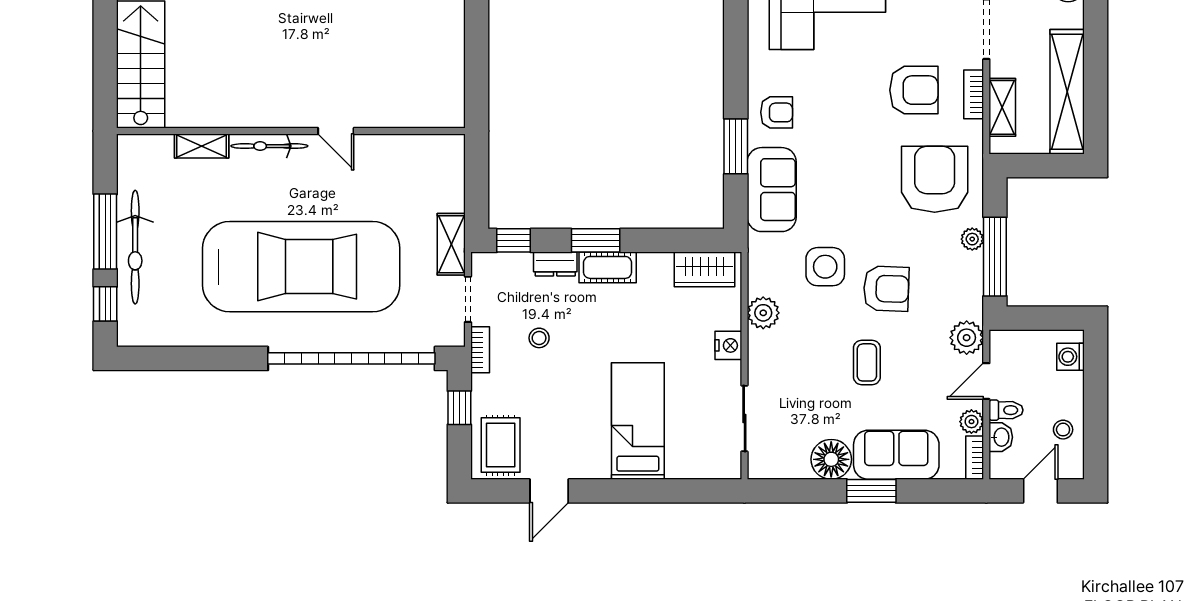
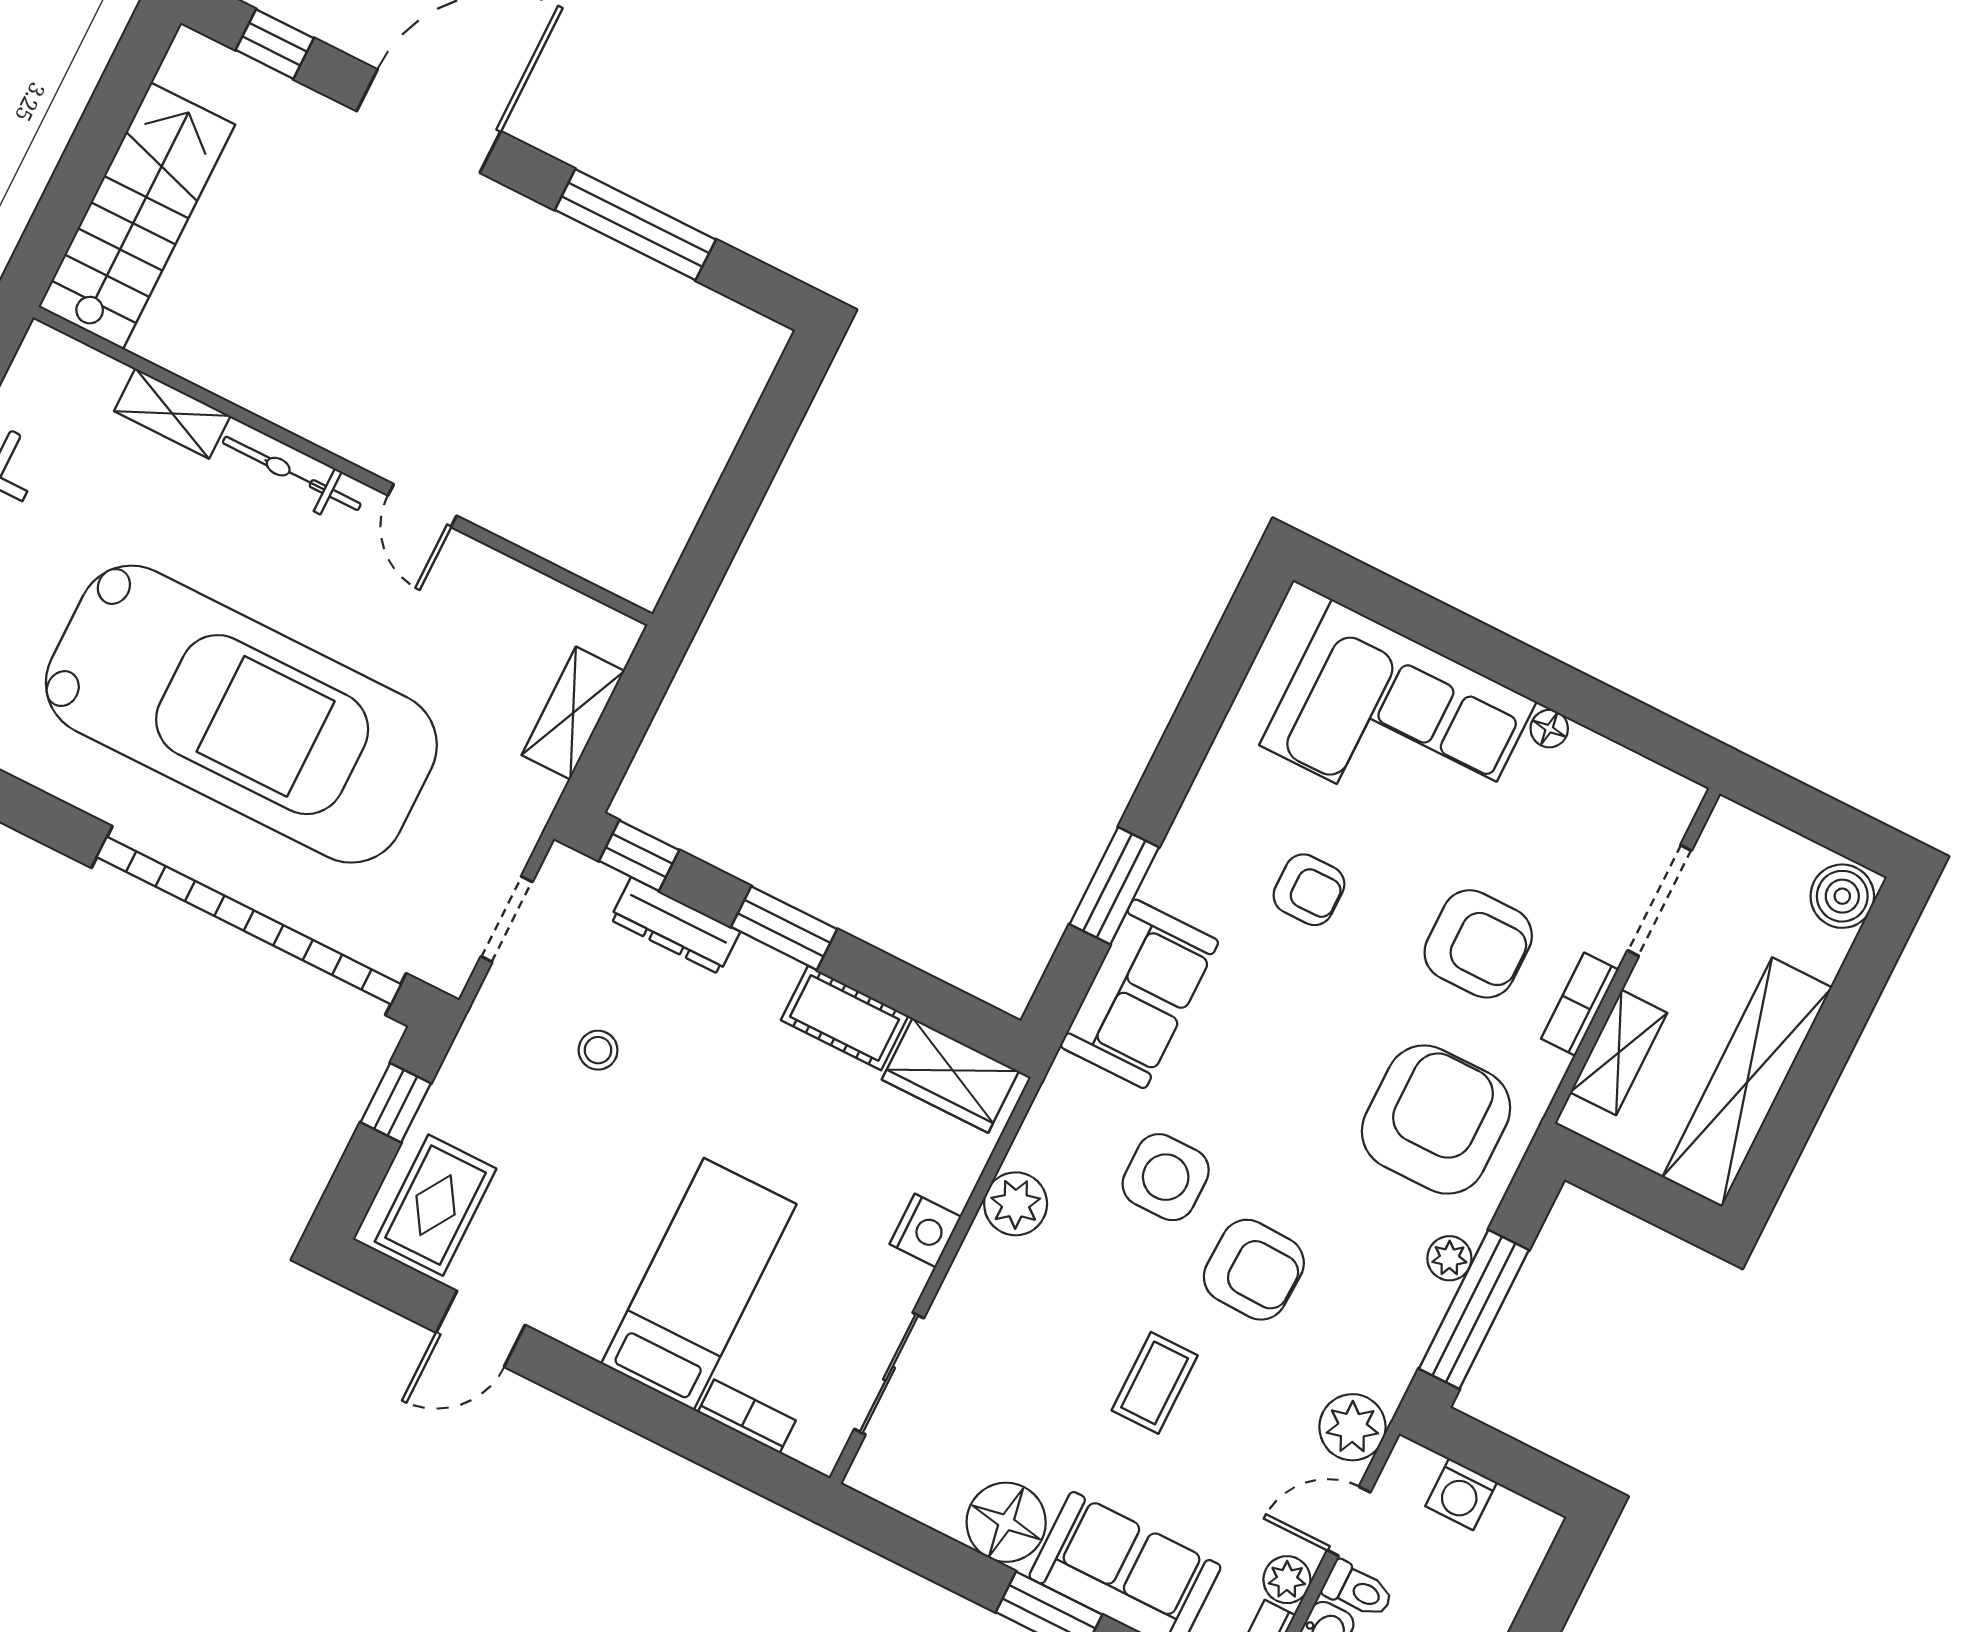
armchair: (777, 112) -> (1309, 890), moved
shelving: (451, 244) -> (573, 713), moved
dresser: (555, 264) -> (675, 926), width x1.44
cot: (608, 267) -> (845, 1018), moved
bookcase: (480, 350) -> (747, 1416), moved, turned -90
washing machine: (1071, 357) -> (1461, 1494), moved, turned -90

